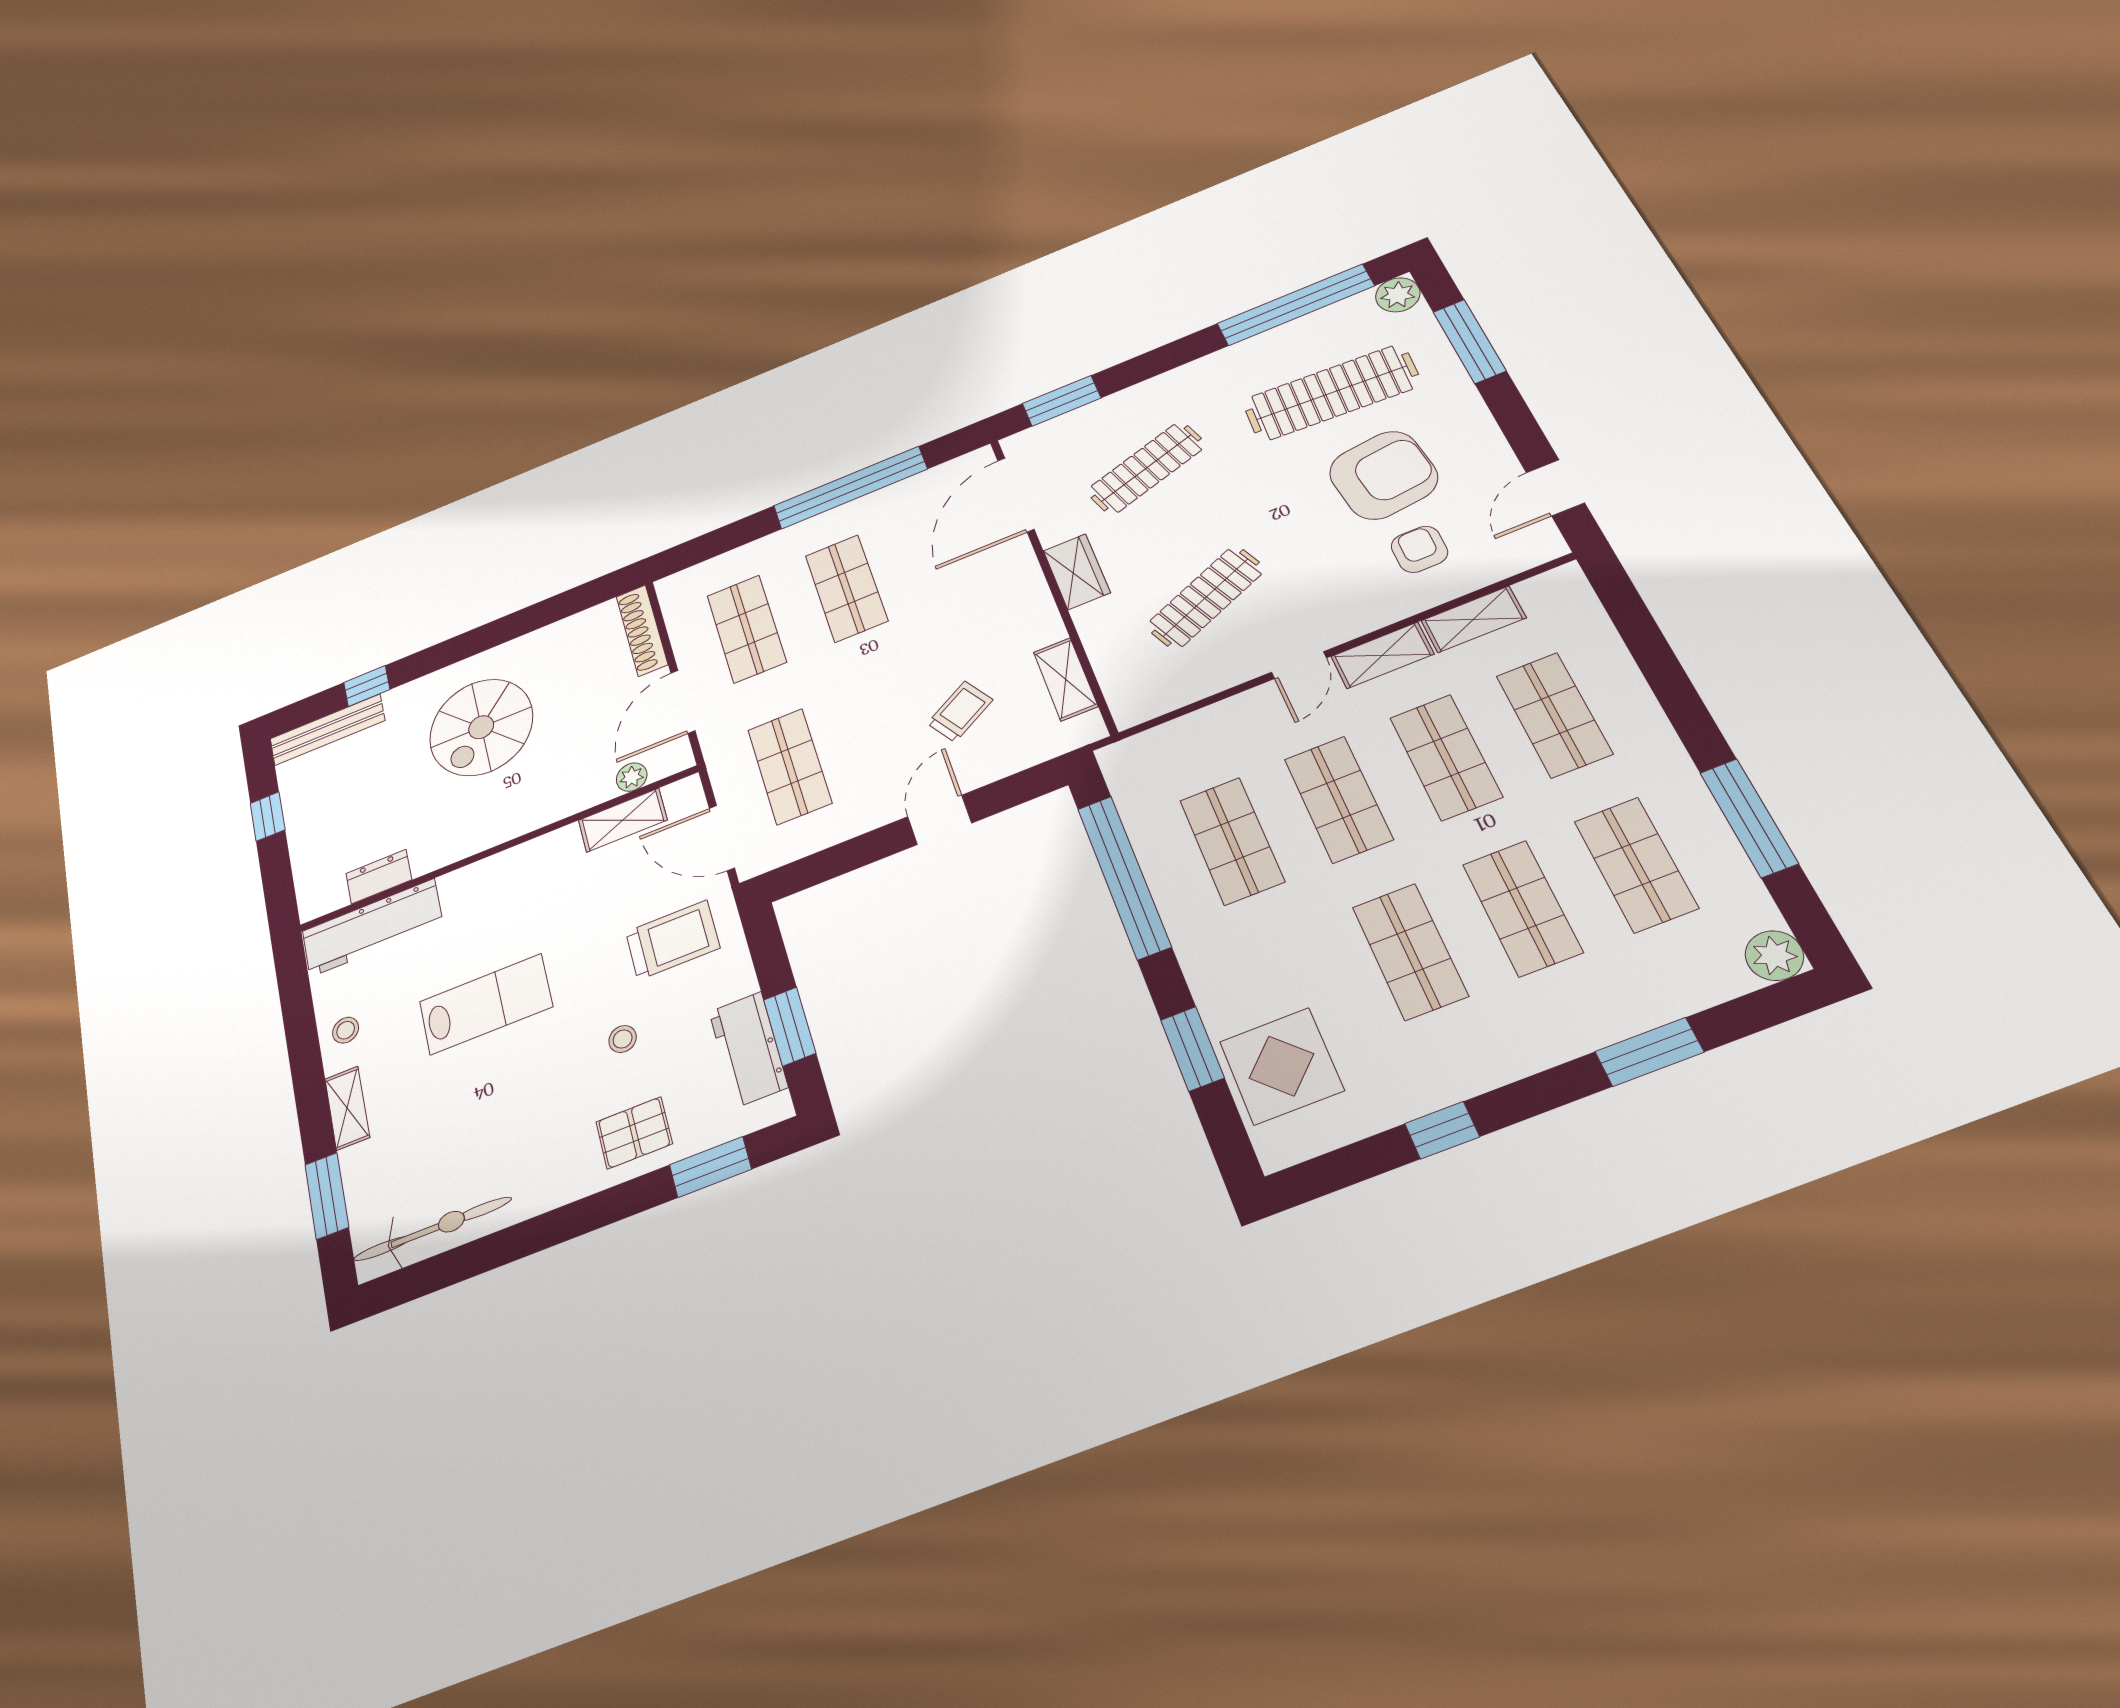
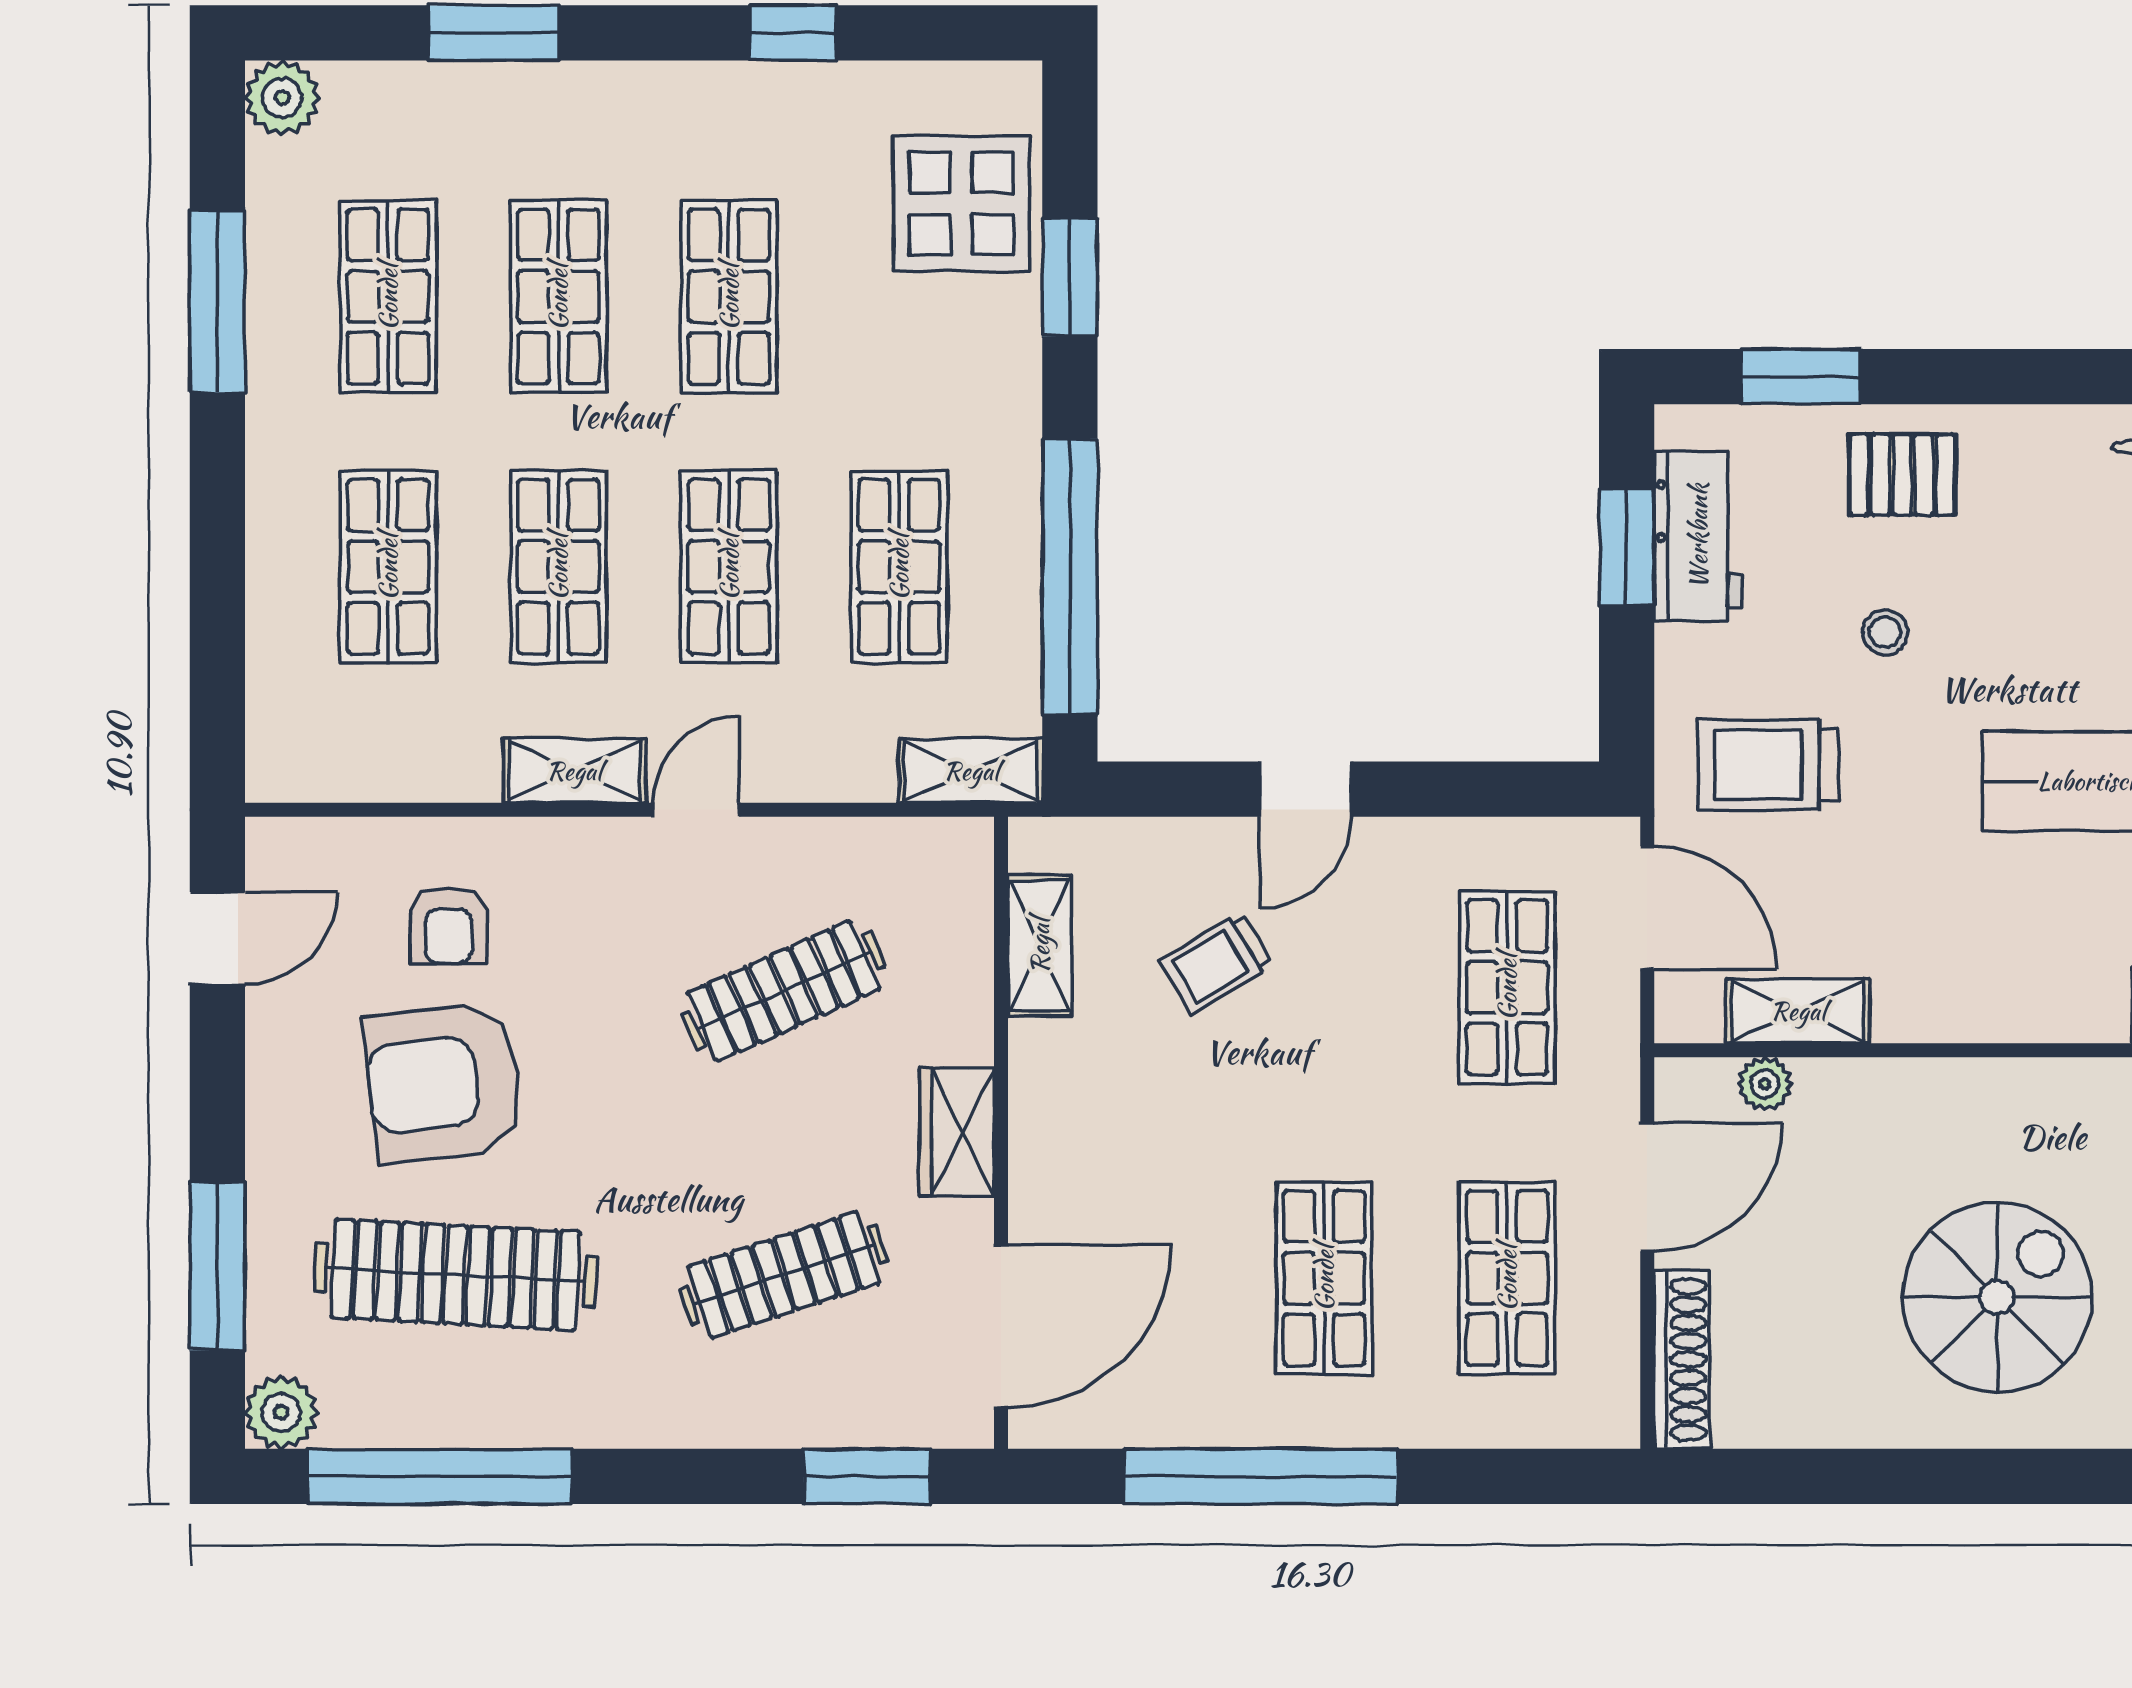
shelving: (1474, 619) -> (971, 771), moved

